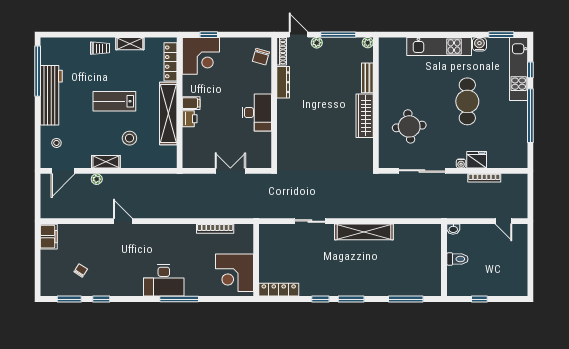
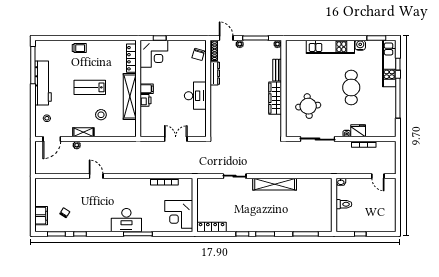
shelving: (130, 44) -> (101, 45), removed
filing cabinet: (49, 237) -> (41, 216), moved

